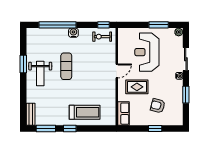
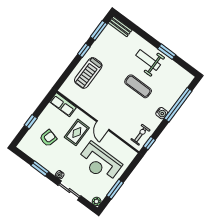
reception desk: (147, 52) -> (100, 162), turned 180

